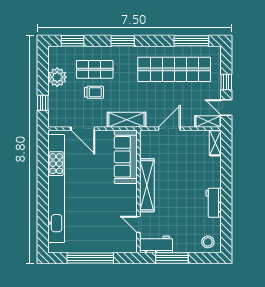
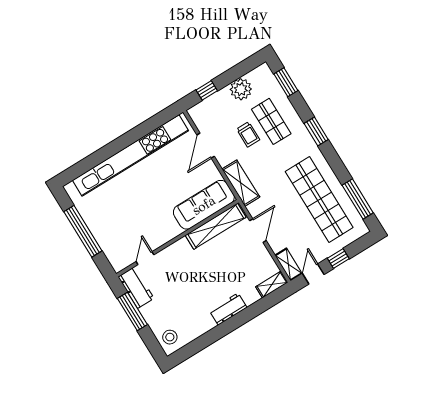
door: (169, 129) -> (258, 231), hinge flipped
shelving: (147, 185) -> (216, 226), moved
workbench: (214, 203) -> (228, 309), moved

